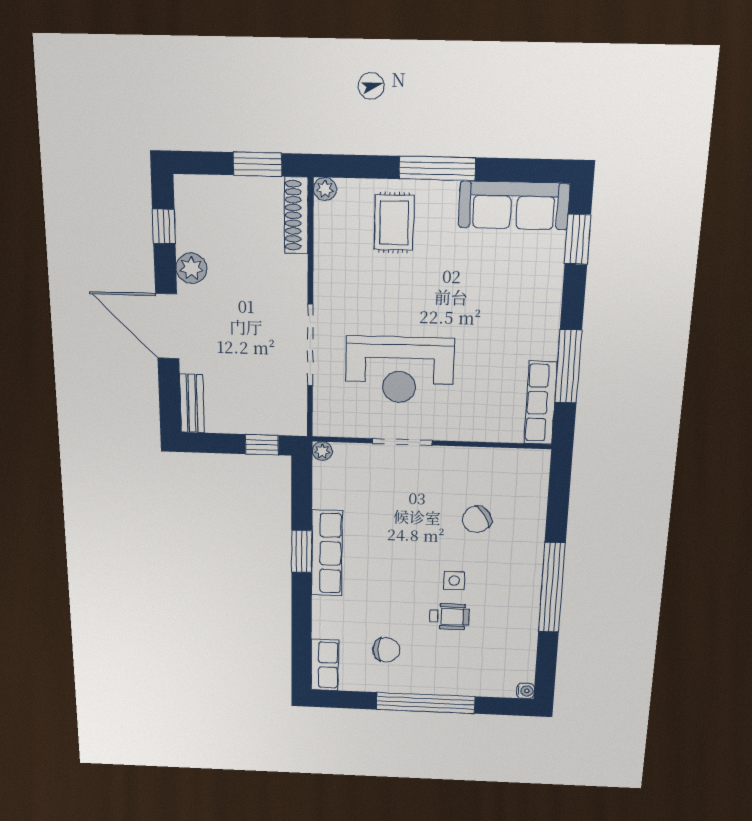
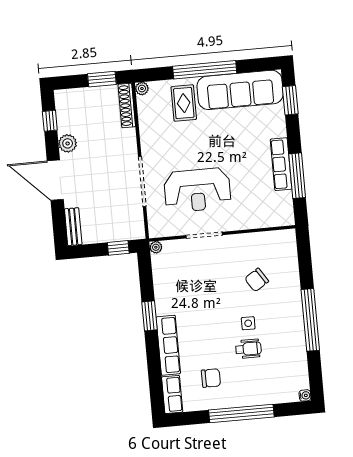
window: (437, 168) -> (205, 70), width x1.46
sofa: (514, 205) -> (240, 90), width x1.36, depth x1.27
row of seats: (541, 403) -> (281, 164), moved
row of seats: (327, 553) -> (168, 345), moved

